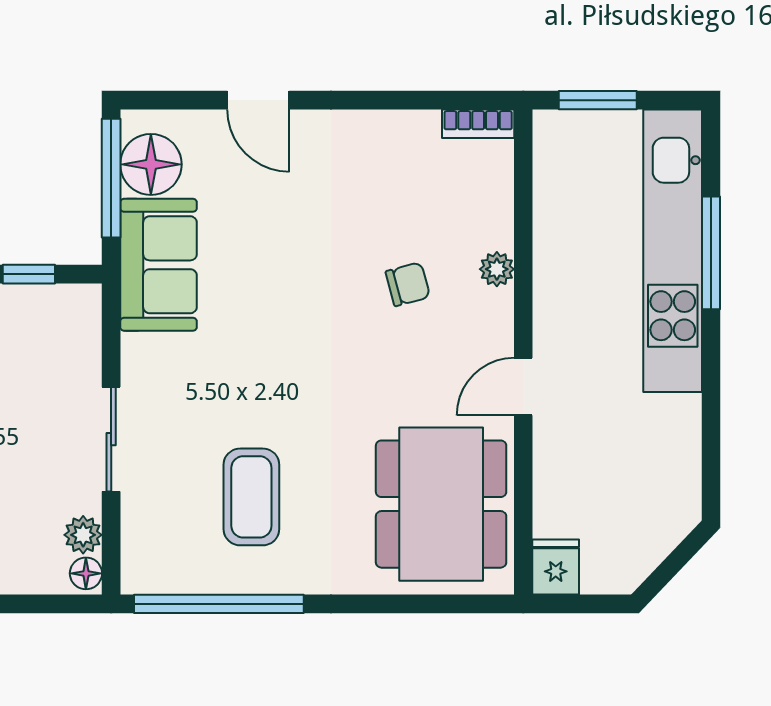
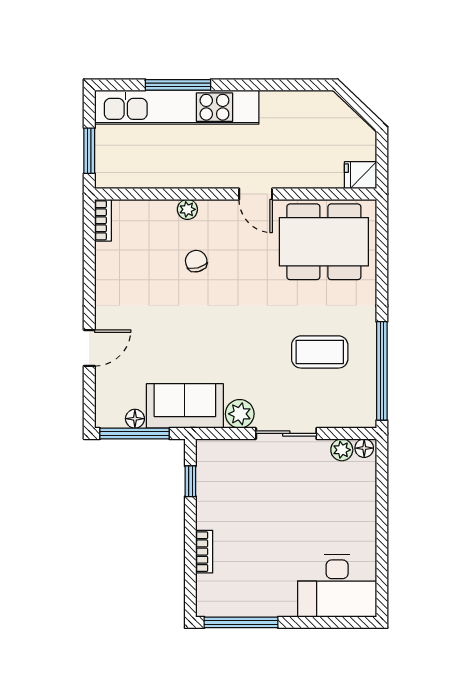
floor lamp: (151, 164) -> (135, 419), width x0.53, depth x0.53
plant: (145, 359) -> (240, 414), added

